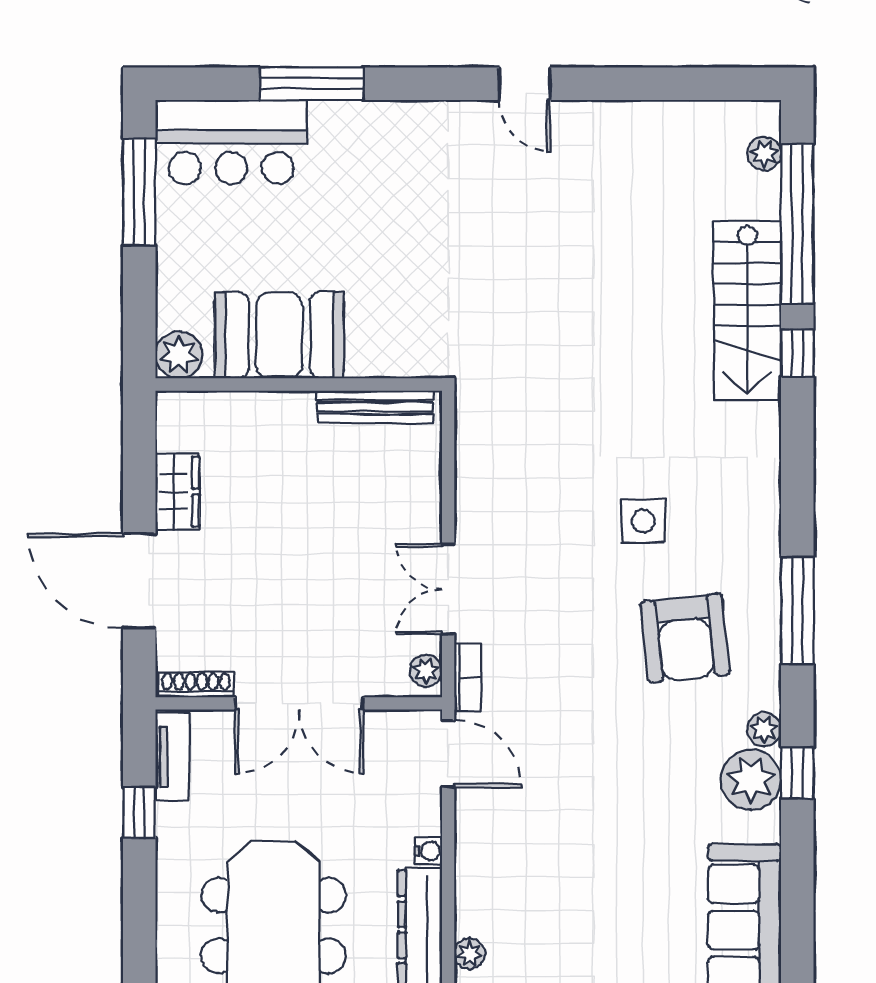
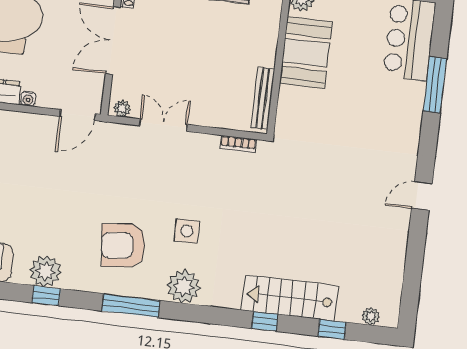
window: (797, 224) -> (332, 329), width x0.32
bookcase: (468, 678) -> (238, 144), moved
plant: (764, 729) -> (184, 286), moved, width x1.88, depth x1.88

